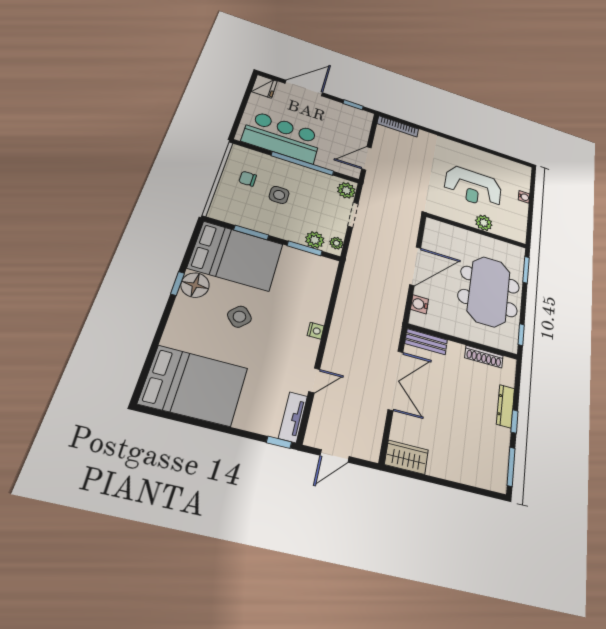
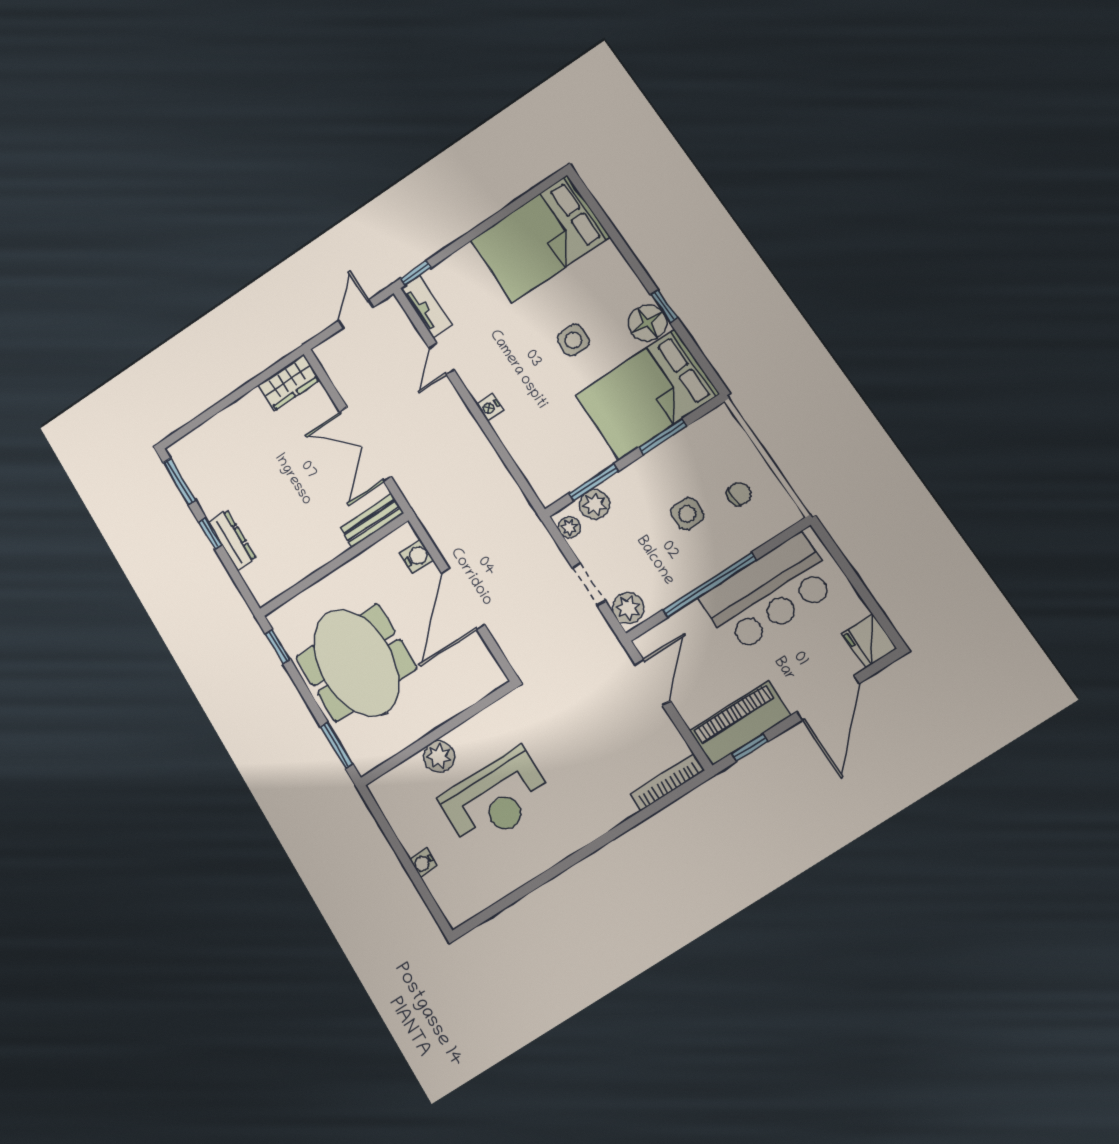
piano: (347, 114) -> (740, 723), added
reception desk: (473, 187) -> (496, 799), turned 180
side table: (239, 317) -> (573, 340), turned 45
shoe rack: (484, 357) -> (298, 572), removed

